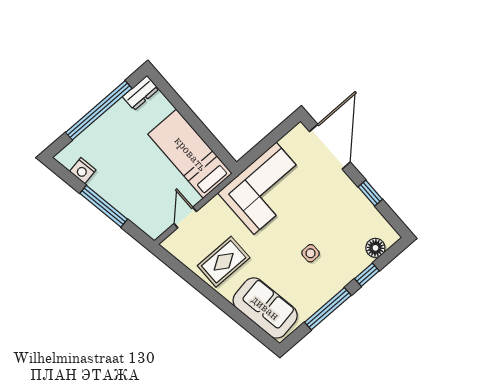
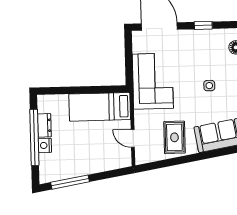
dresser: (141, 93) -> (44, 125), moved
nightstand: (83, 171) -> (45, 145), moved, turned 100
window: (104, 206) -> (70, 182), moved

